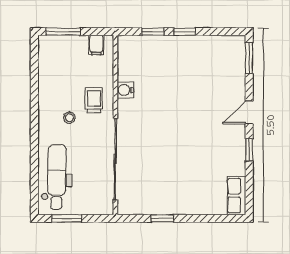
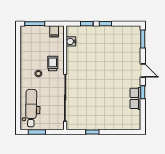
water cooler: (125, 90) -> (71, 41), moved
door: (249, 112) -> (143, 70), swing flipped
row of seats: (236, 196) -> (135, 98), moved

